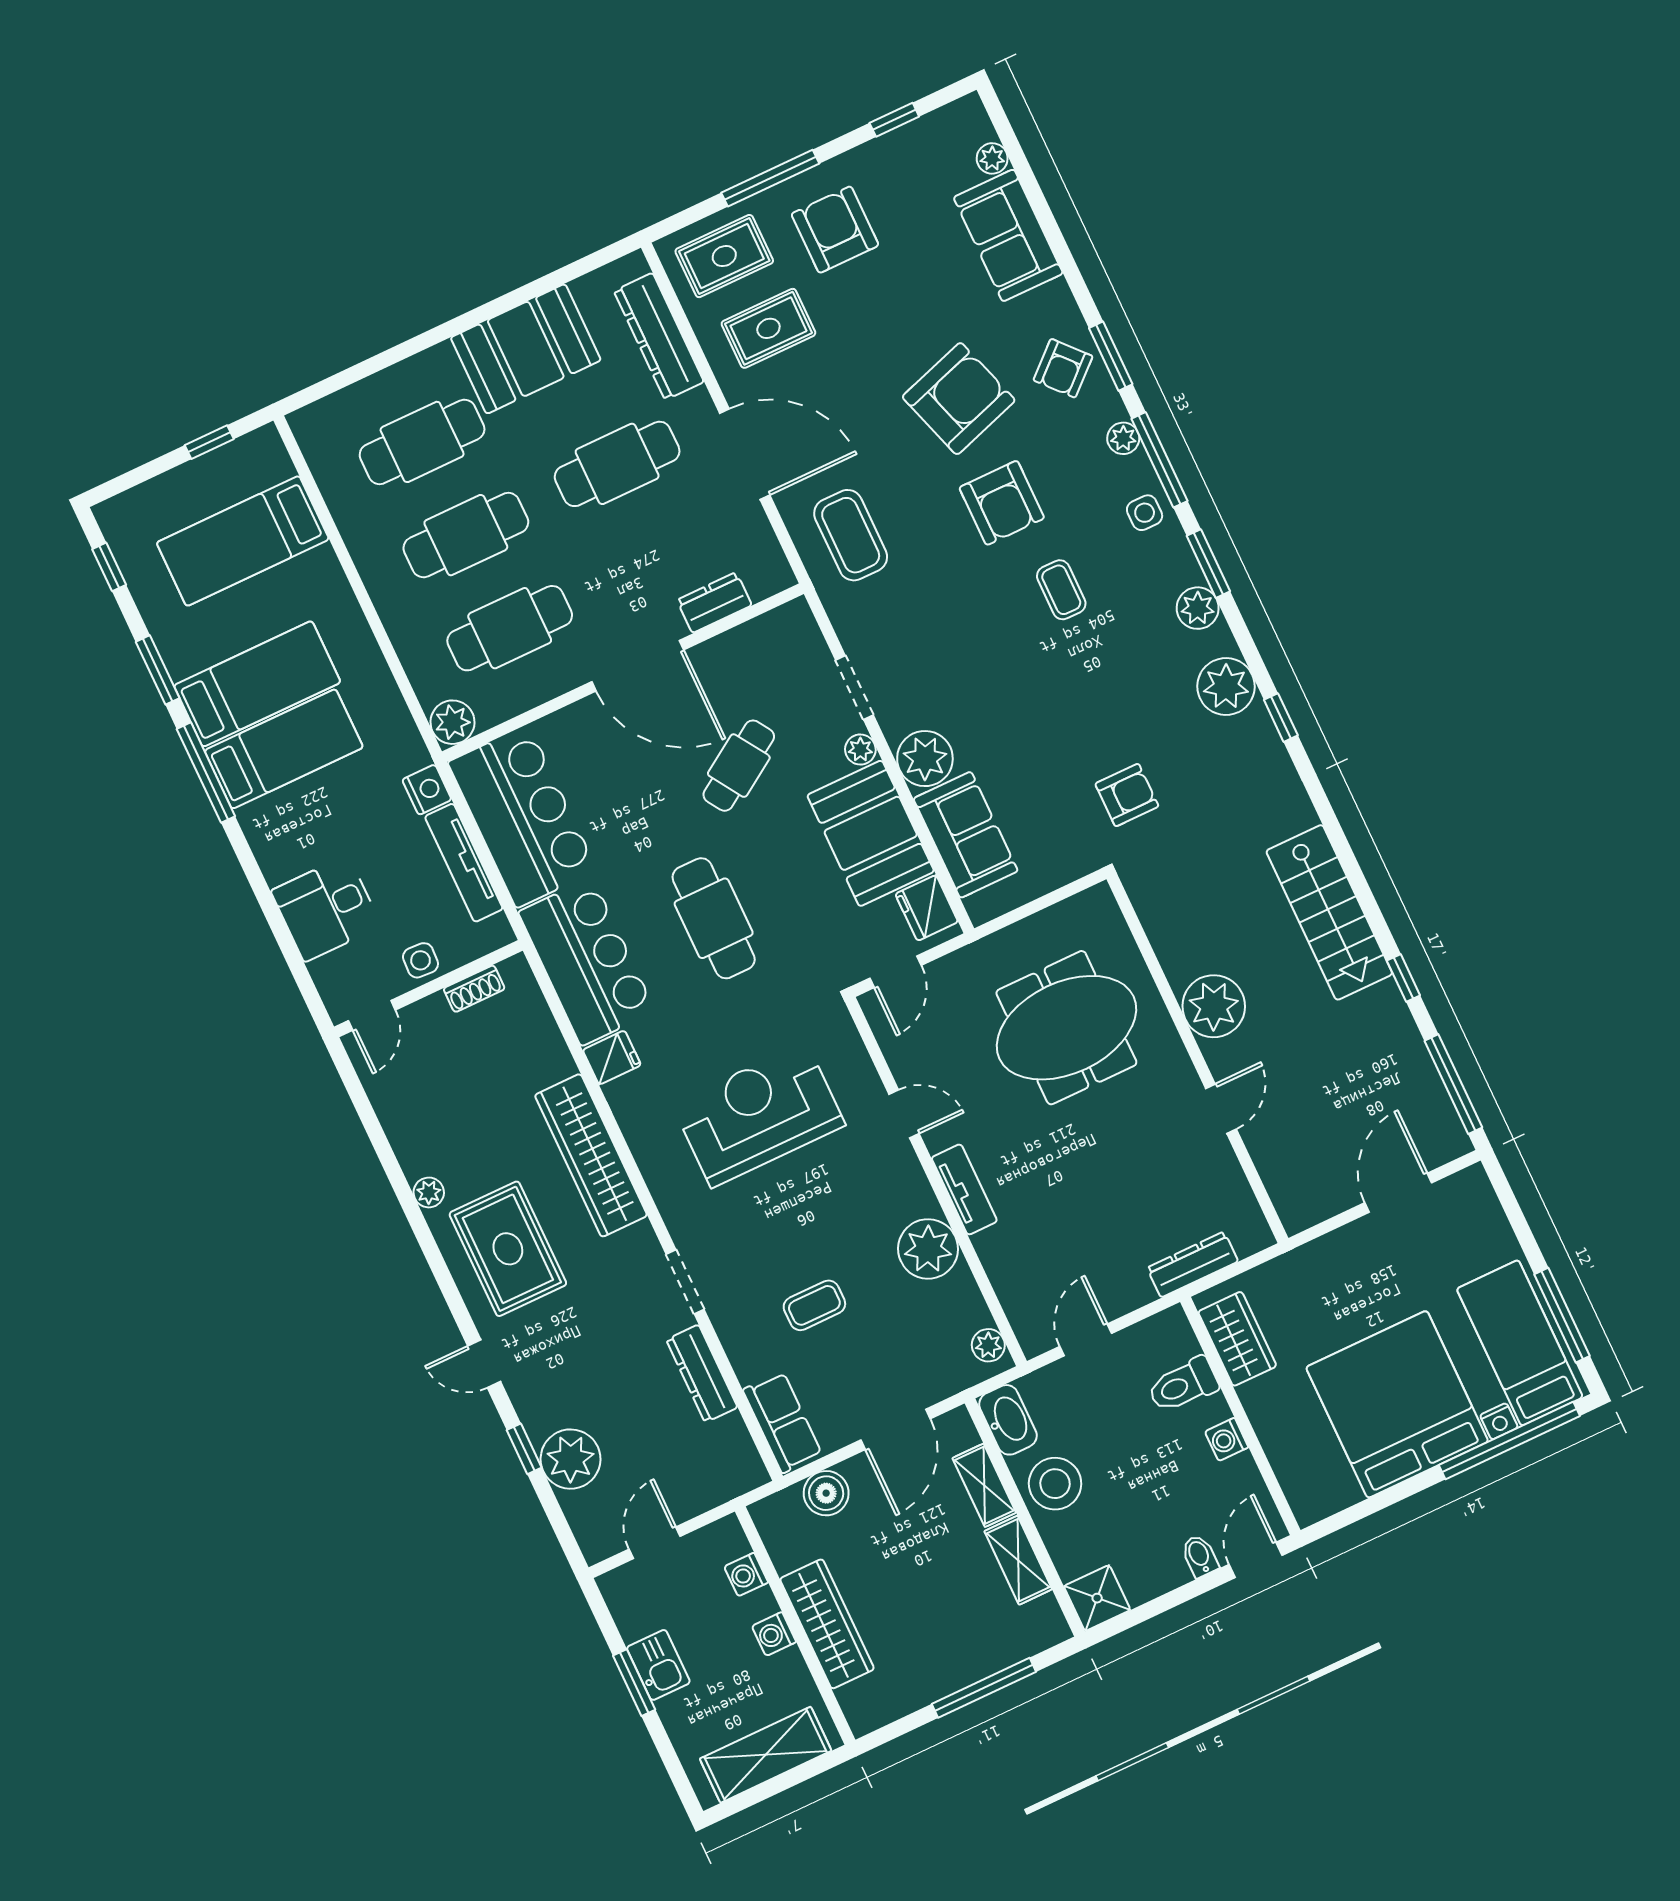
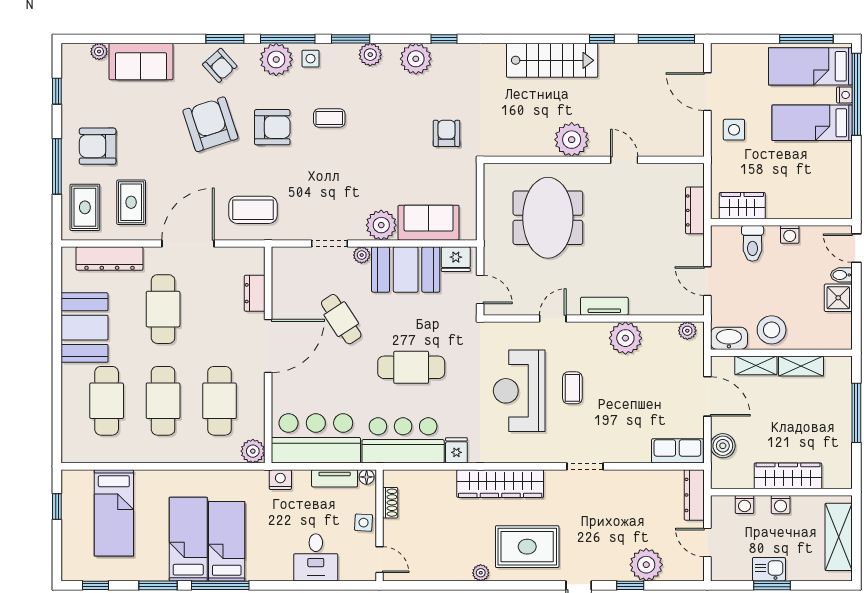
plant: (1123, 438) -> (276, 59), width x1.87, depth x1.87
tv unit: (464, 863) -> (335, 478), width x0.71
floor lamp: (498, 930) -> (367, 477), added
side table: (1356, 1266) -> (734, 130), added
coffee table: (814, 1305) -> (572, 388), moved
dresser: (702, 1374) -> (694, 495), moved, turned 90
bed: (1397, 1404) -> (812, 123), width x0.49
shower: (1097, 1598) -> (838, 298), moved

